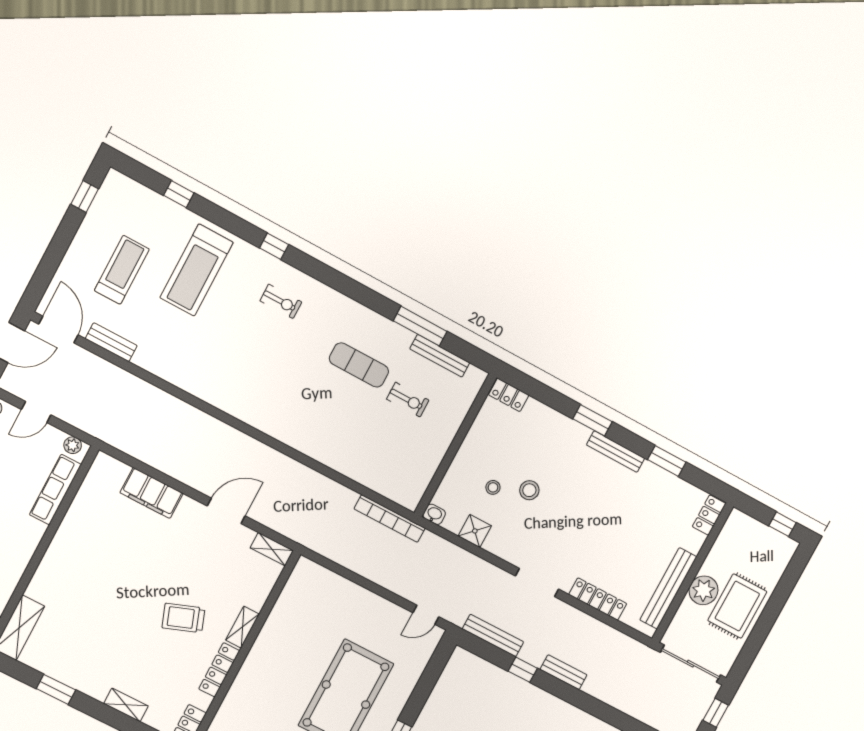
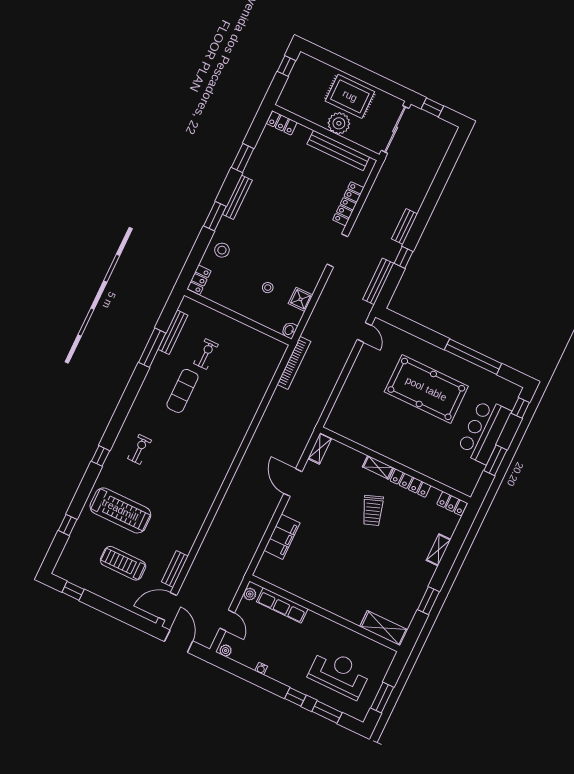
stool: (529, 490) -> (222, 250), moved

